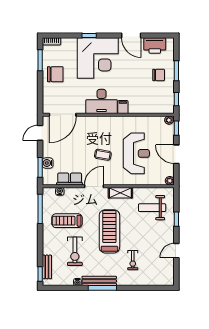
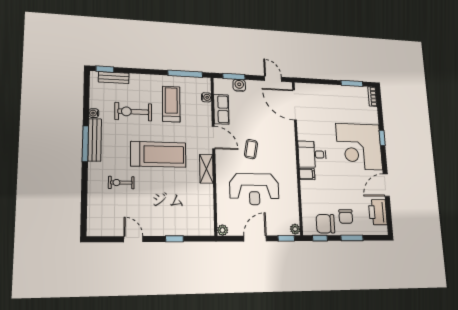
chair: (55, 74) -> (325, 224), moved, turned 90
desk: (102, 101) -> (312, 154), width x0.73
weight bench: (152, 208) -> (189, 208), removed

